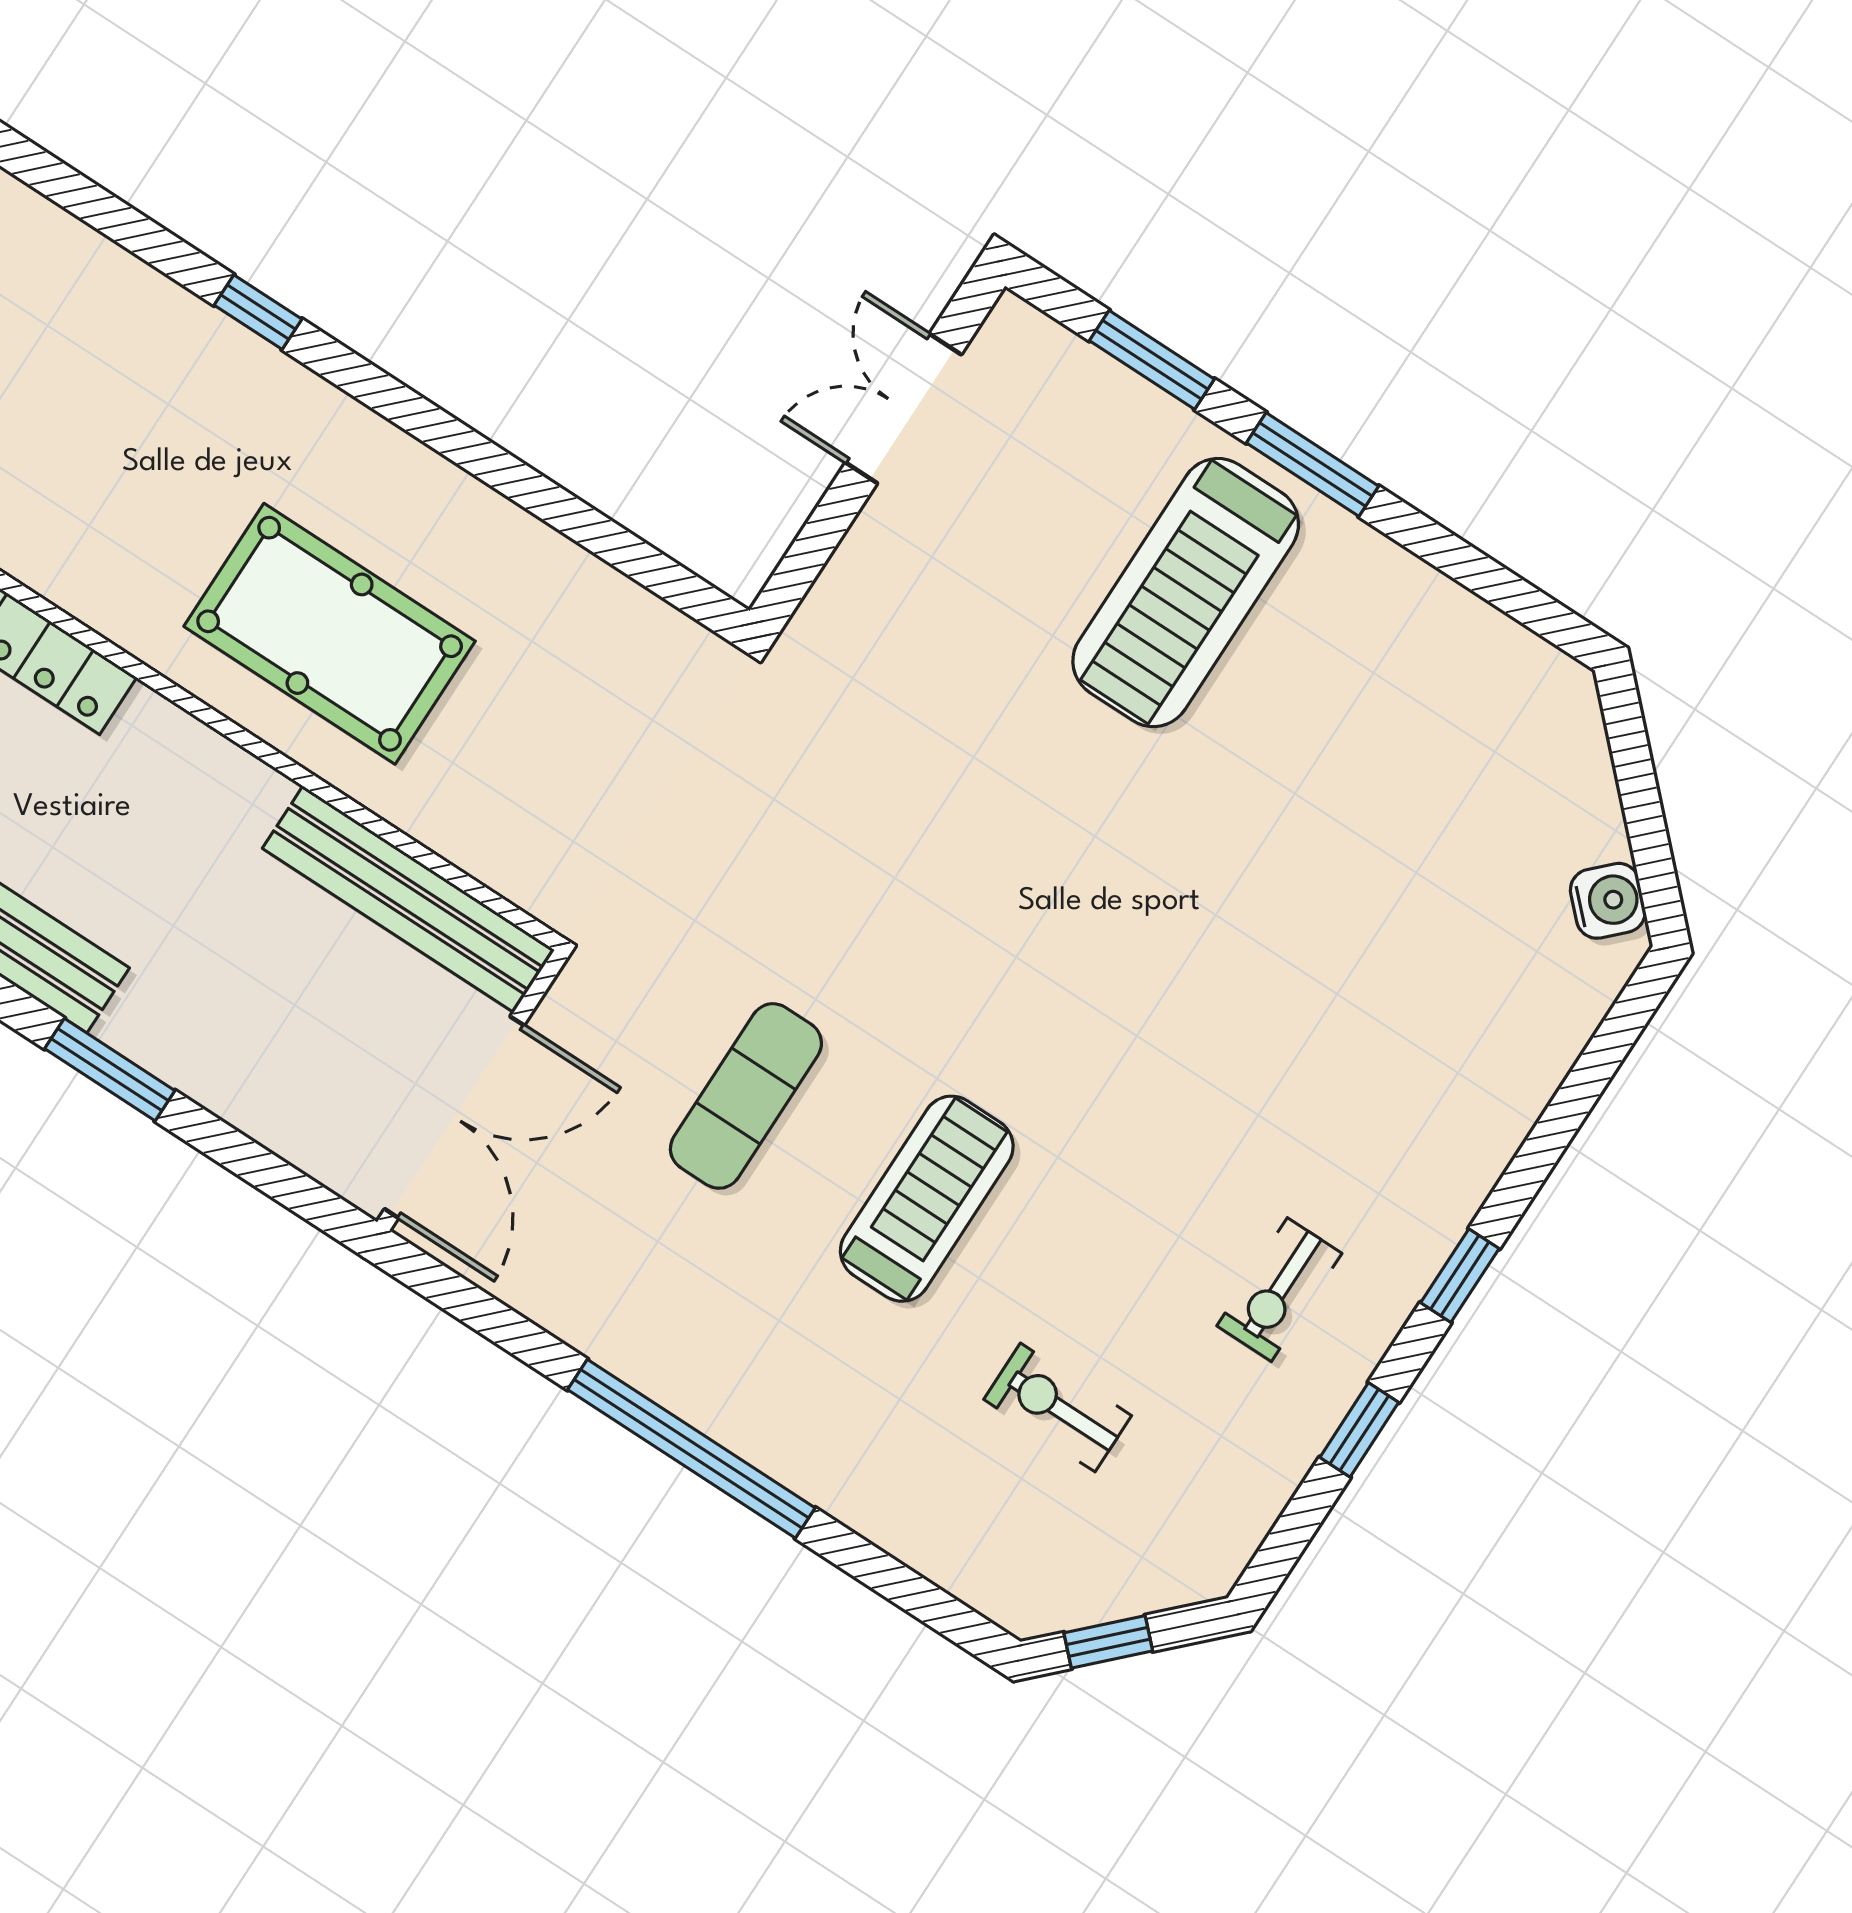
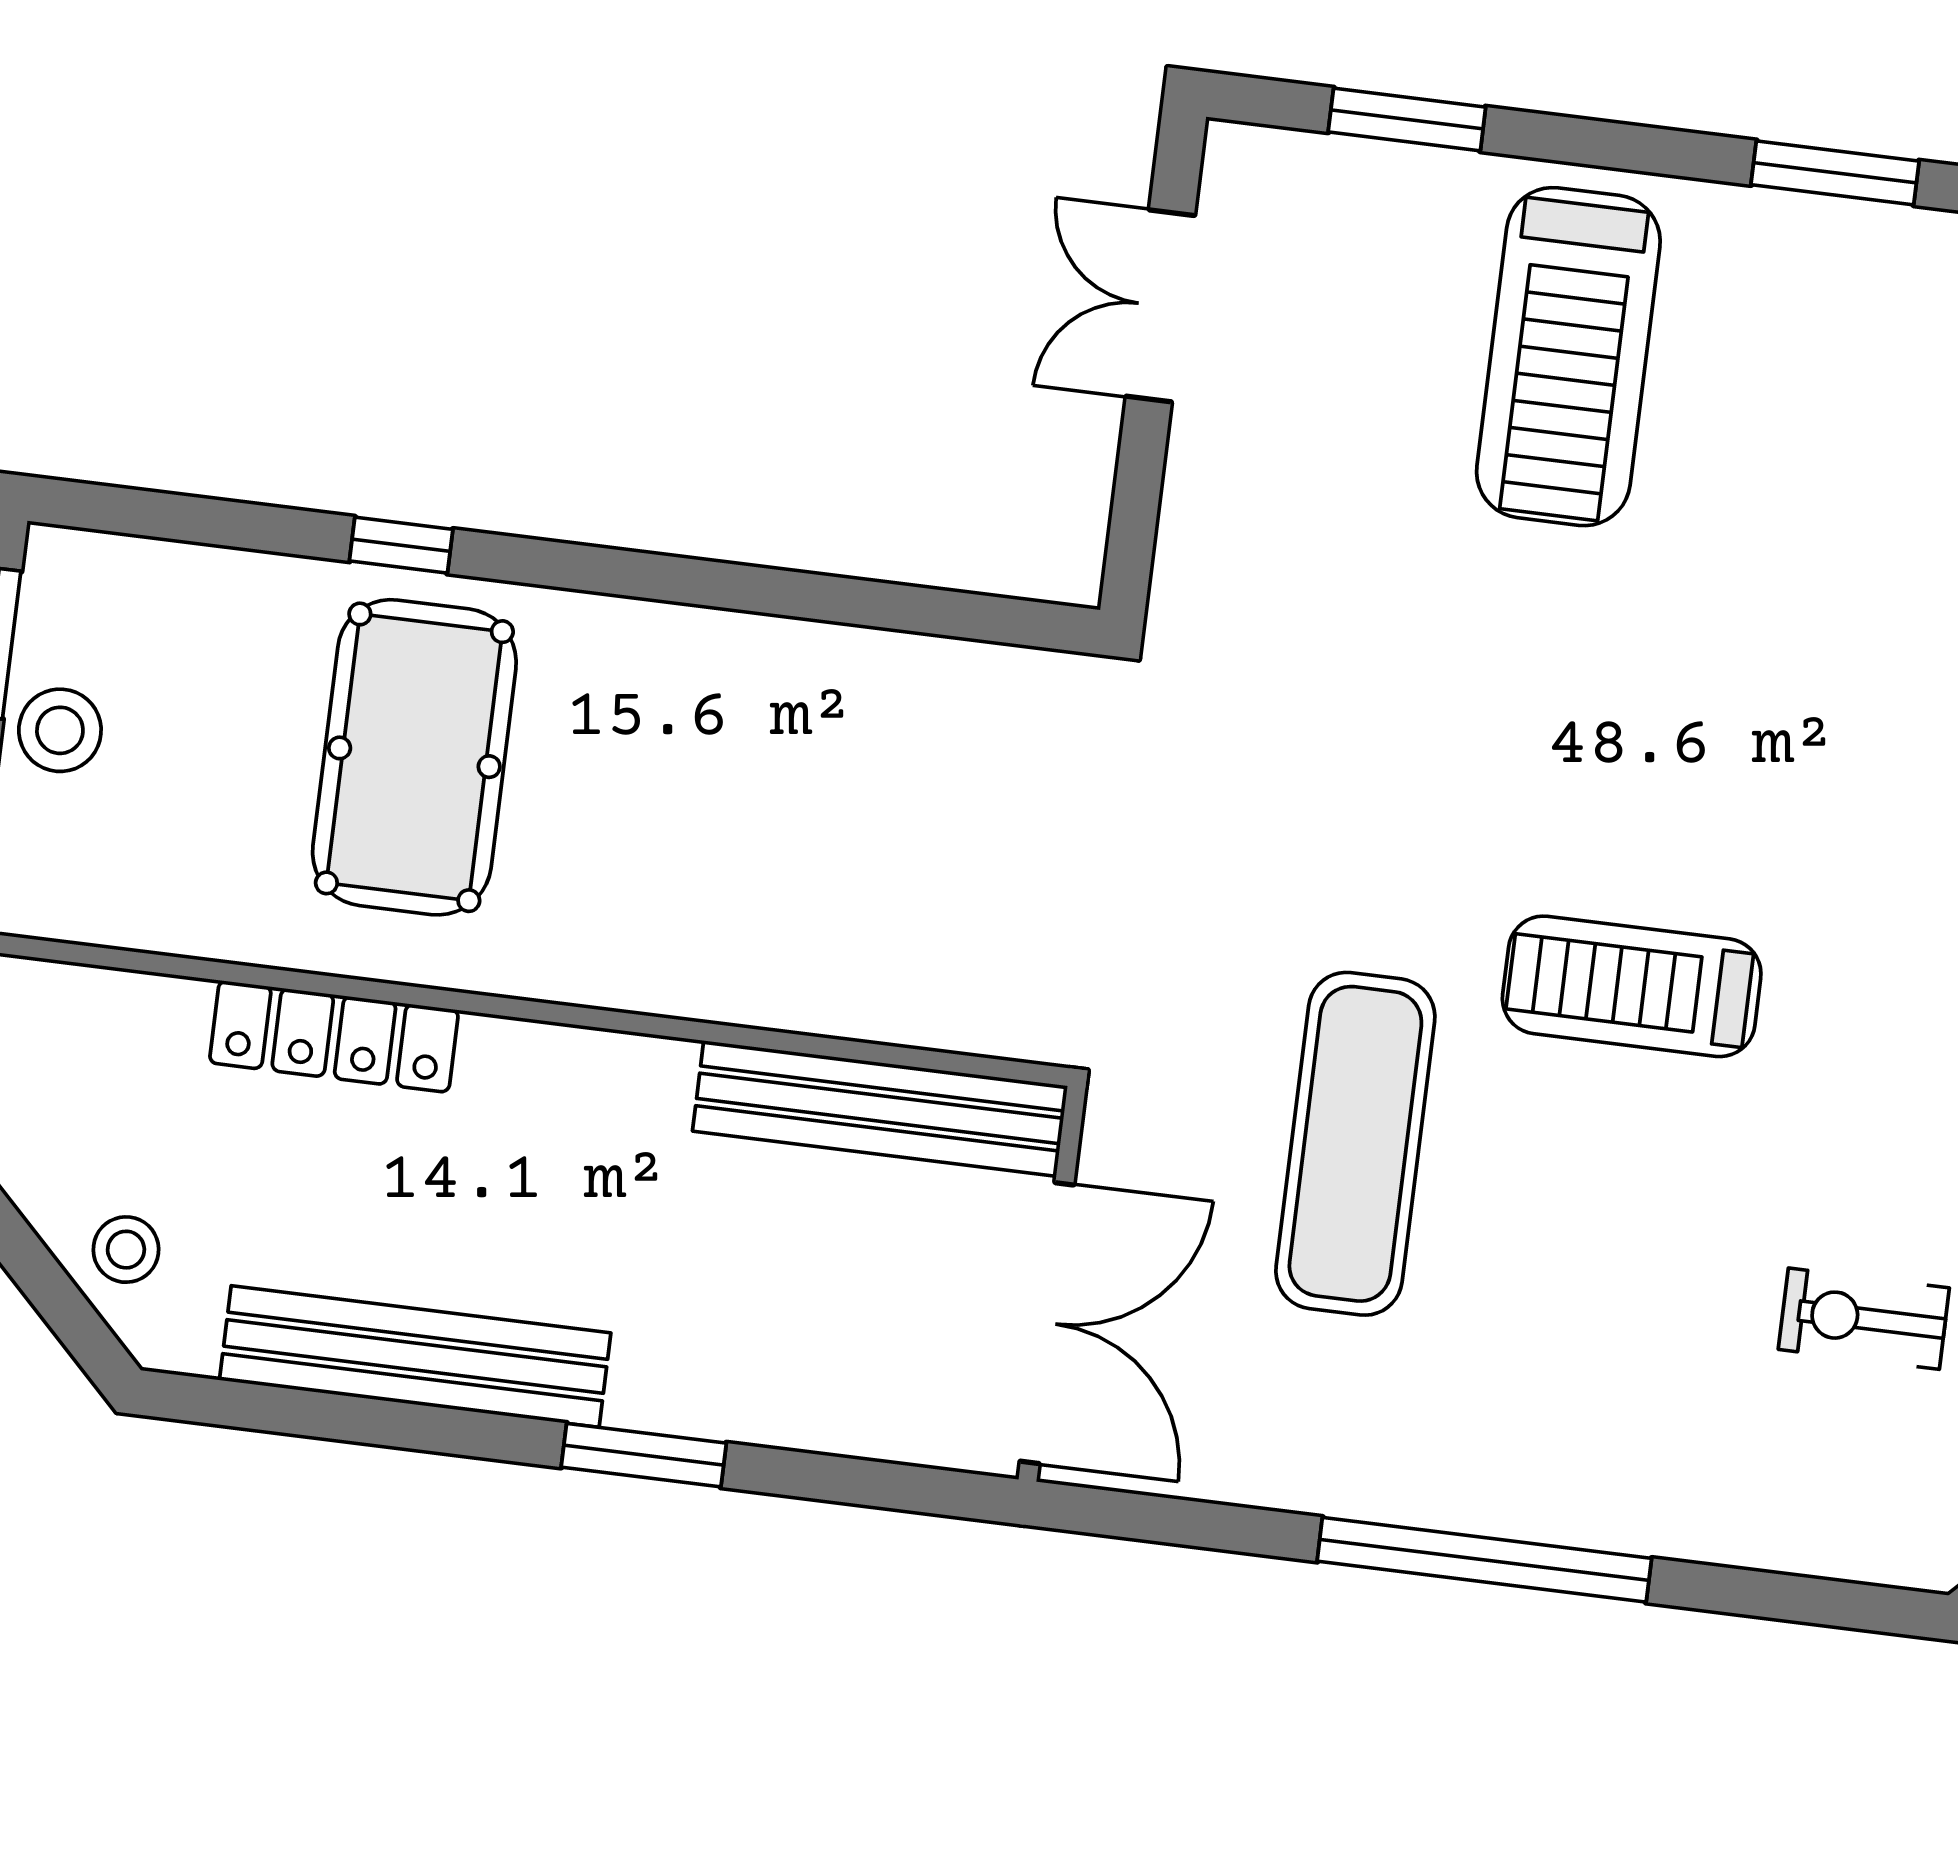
window: (1312, 464) -> (1835, 173), moved
pool table: (330, 634) -> (414, 757), moved, turned 90
exercise mat: (746, 1096) -> (1355, 1144), width x1.36, depth x1.45
treadmill: (927, 1199) -> (1632, 986), moved, turned -90

